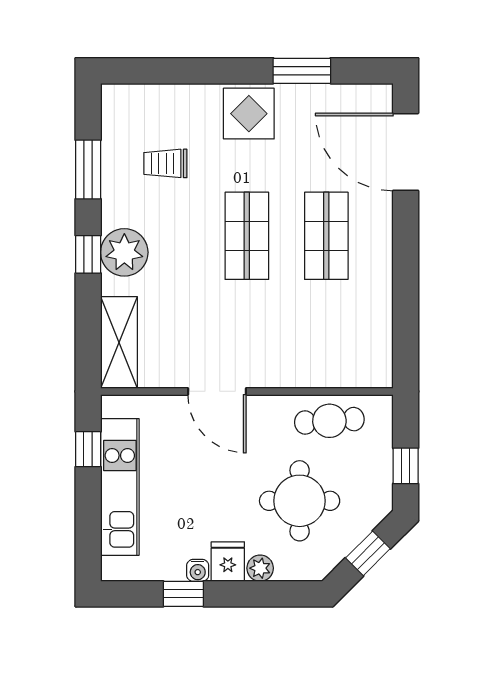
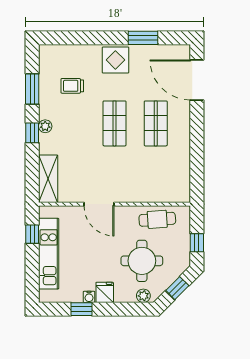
plant: (124, 252) -> (45, 126), width x0.53, depth x0.53
plant: (260, 568) -> (143, 296), moved

